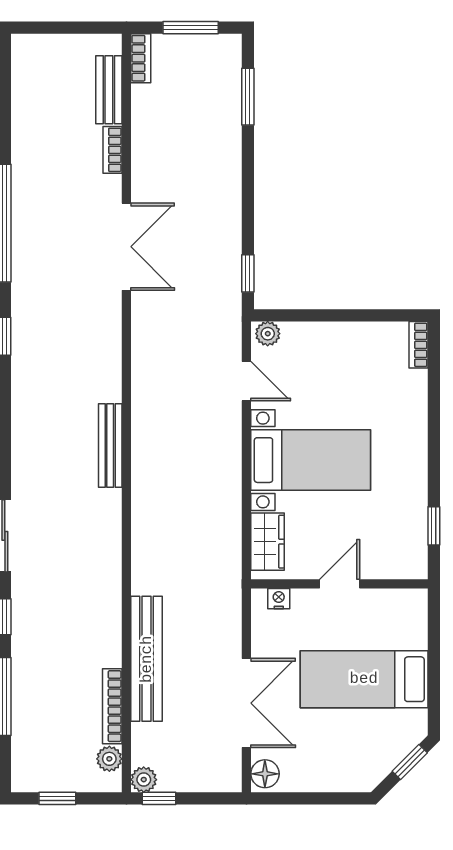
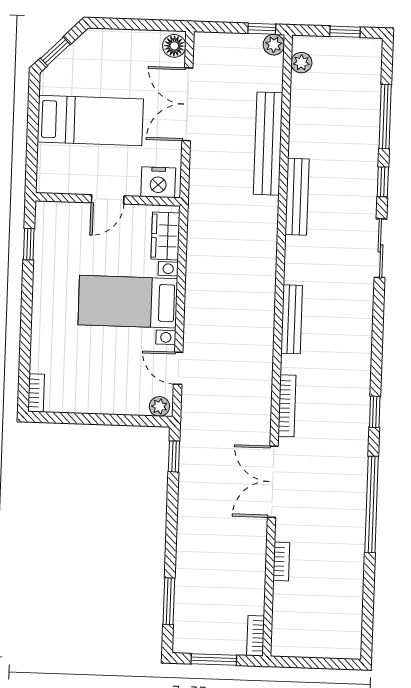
bench: (109, 90) -> (297, 197), moved, width x1.36
nightstand: (279, 599) -> (158, 182), width x1.89, depth x1.79
bookcase: (112, 706) -> (287, 406), moved

